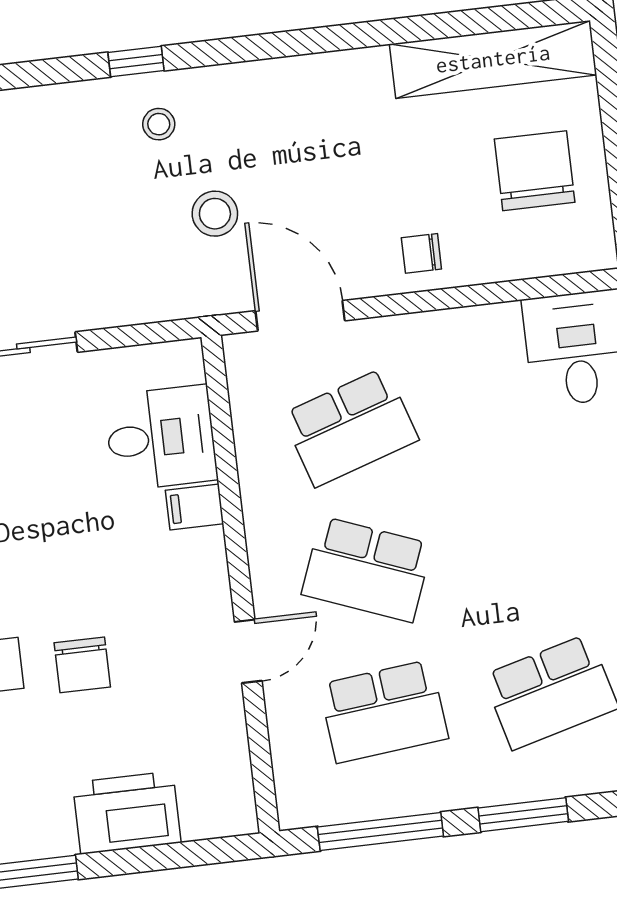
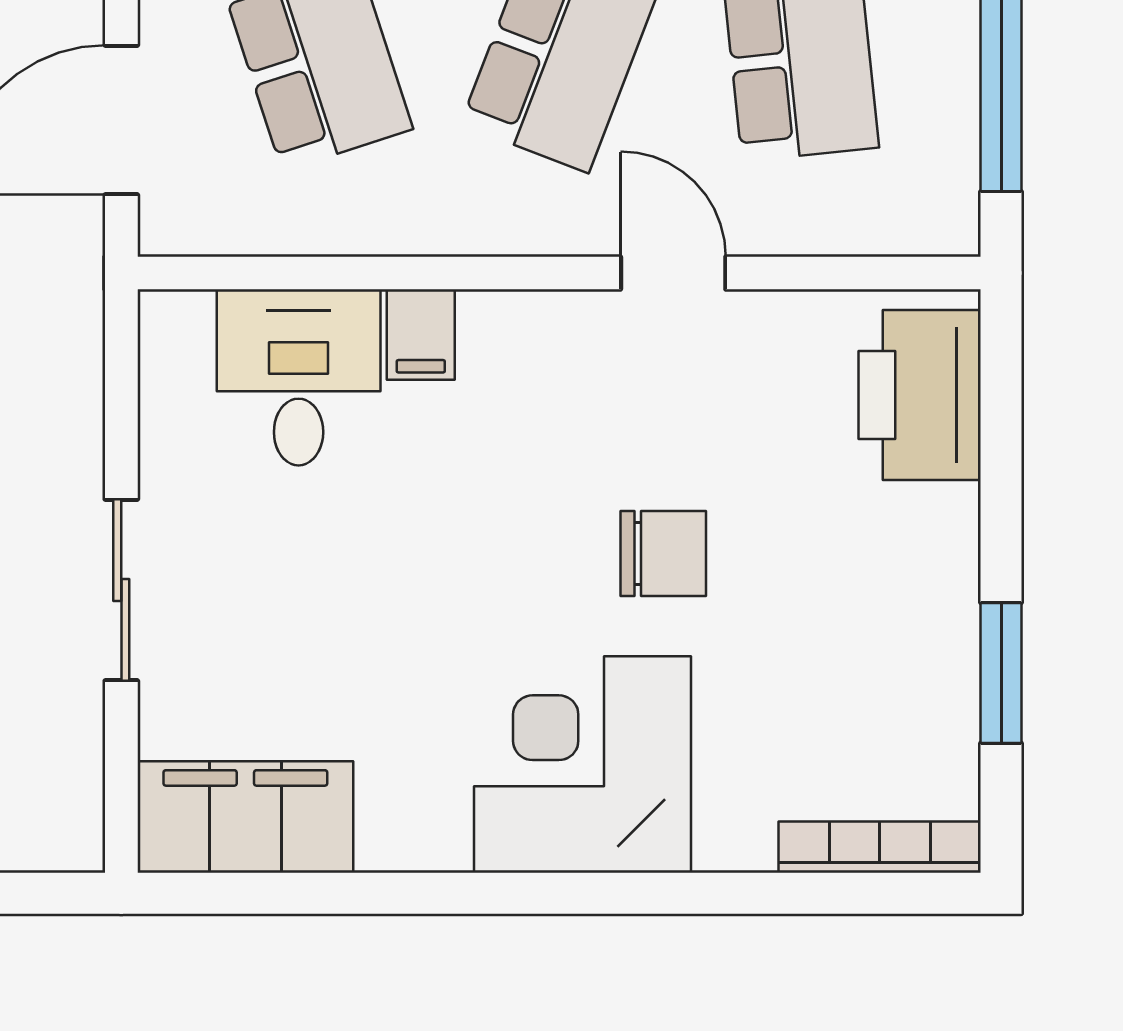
printer: (127, 813) -> (920, 395), moved

